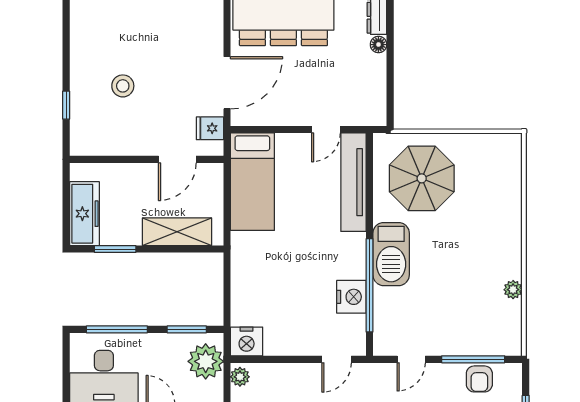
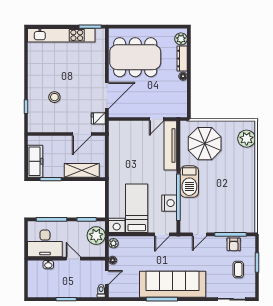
bed: (252, 182) -> (137, 208), moved, turned 180
plant: (513, 290) -> (247, 139), moved, width x1.87, depth x1.87

